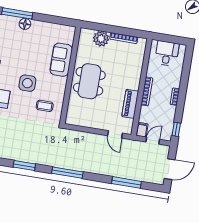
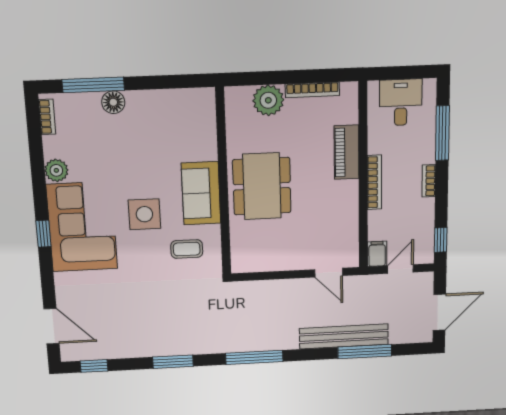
sofa: (61, 60) -> (201, 193), moved
window: (185, 73) -> (442, 133), added
piano: (130, 104) -> (347, 152), moved
bench: (117, 171) -> (344, 336), added

